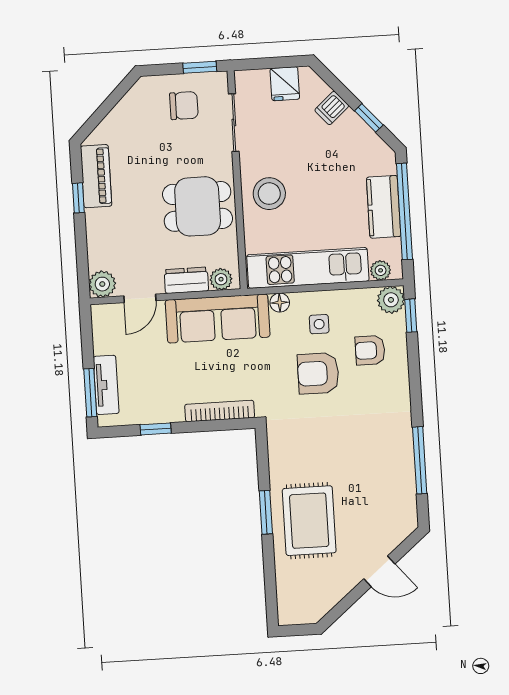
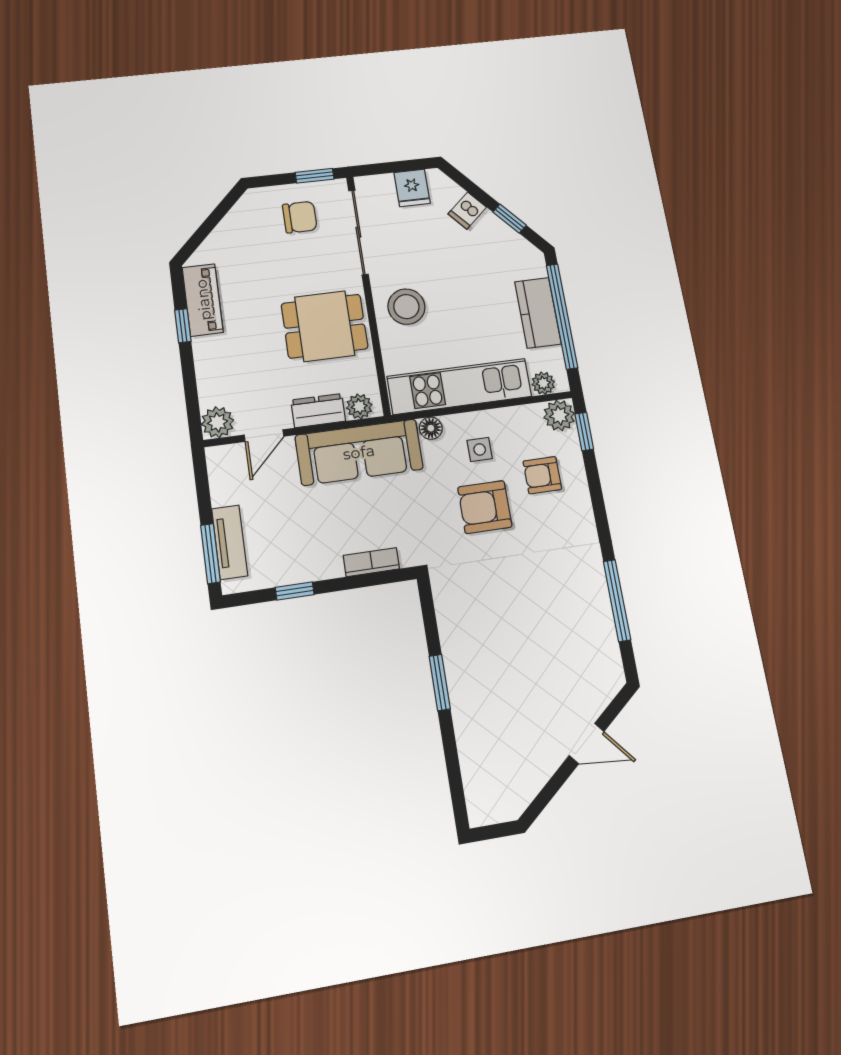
sliding door: (234, 123) -> (358, 232), width x1.37
bookcase: (220, 411) -> (371, 562), width x0.64
rug: (309, 521) -> (494, 688), removed

